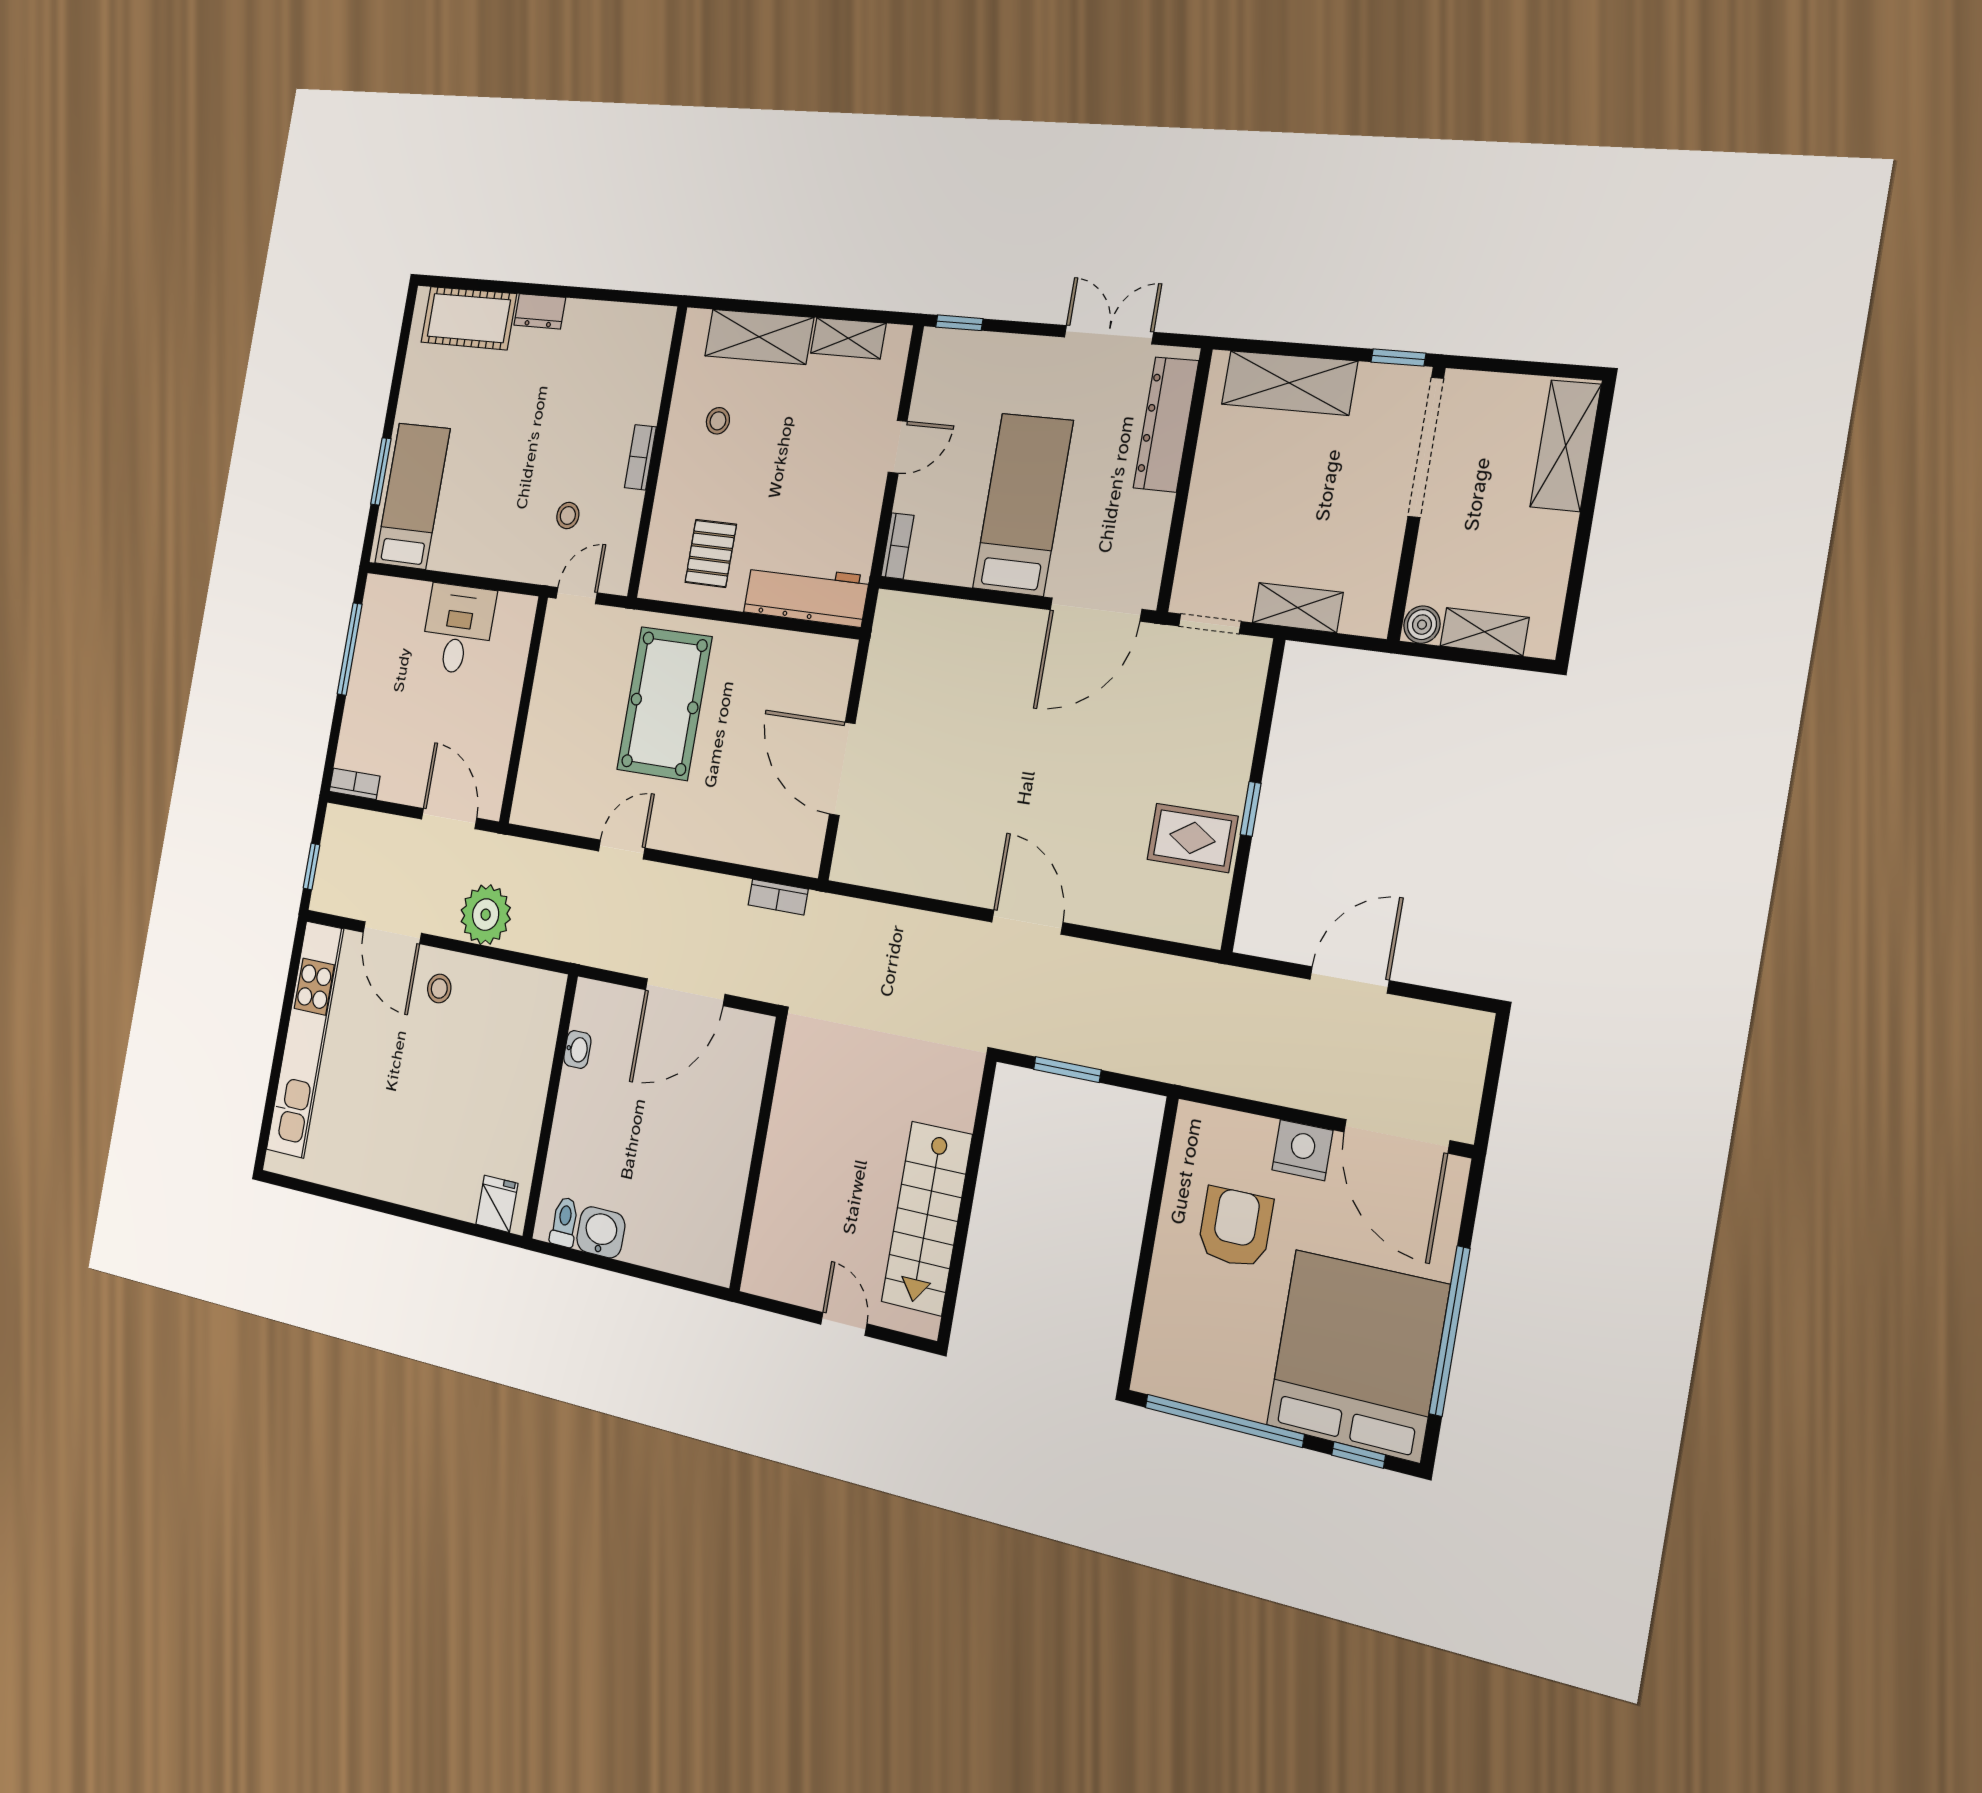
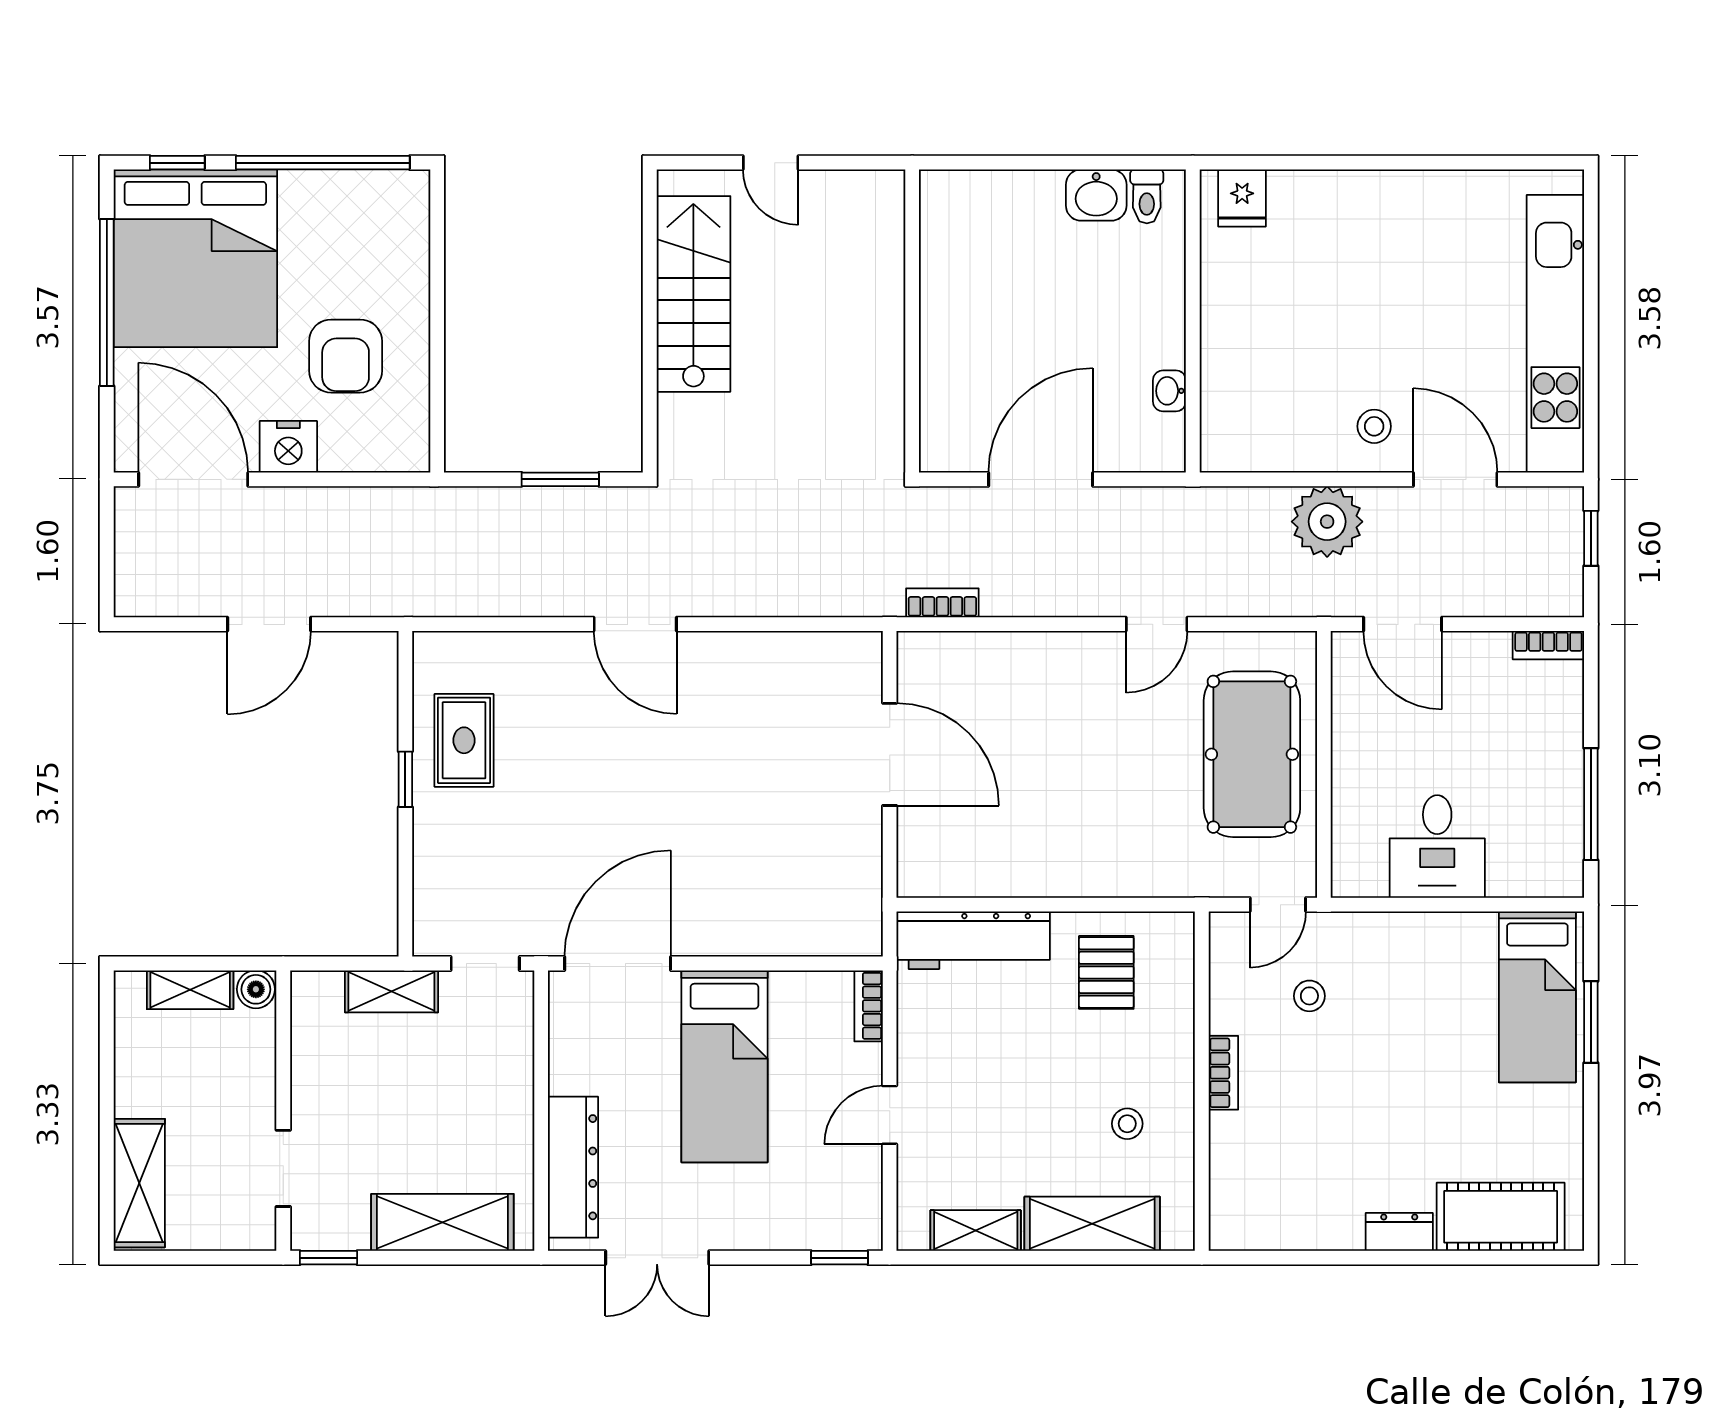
doorway: (1426, 447) -> (283, 1168), width x0.53
pool table: (664, 703) -> (1252, 754), moved
rug: (1192, 838) -> (464, 740), turned 90

